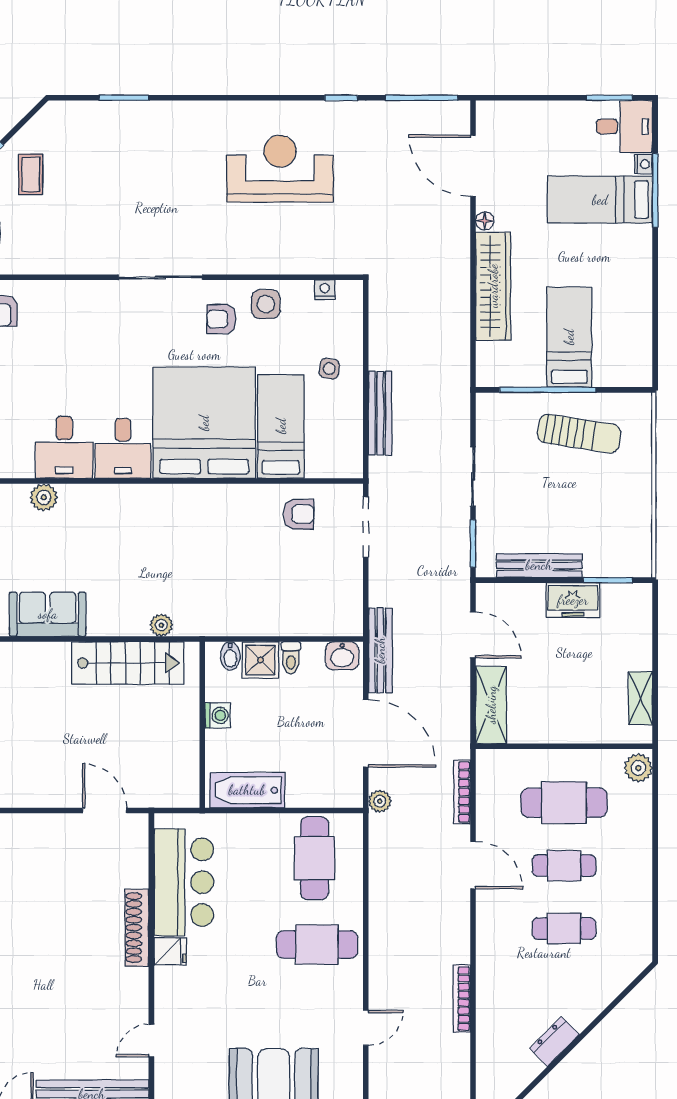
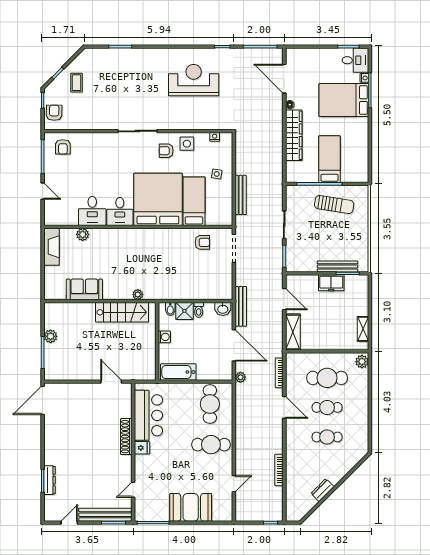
bed: (600, 200) -> (344, 100), width x1.50
bench: (539, 565) -> (337, 266), moved

